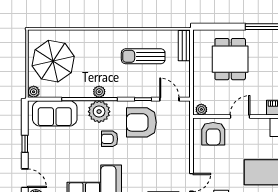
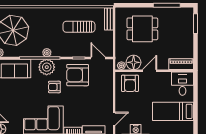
dining table: (230, 59) -> (142, 29), turned 90
floor lamp: (218, 105) -> (134, 62), added

